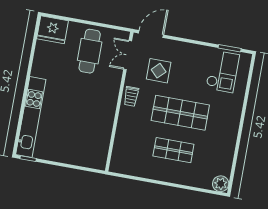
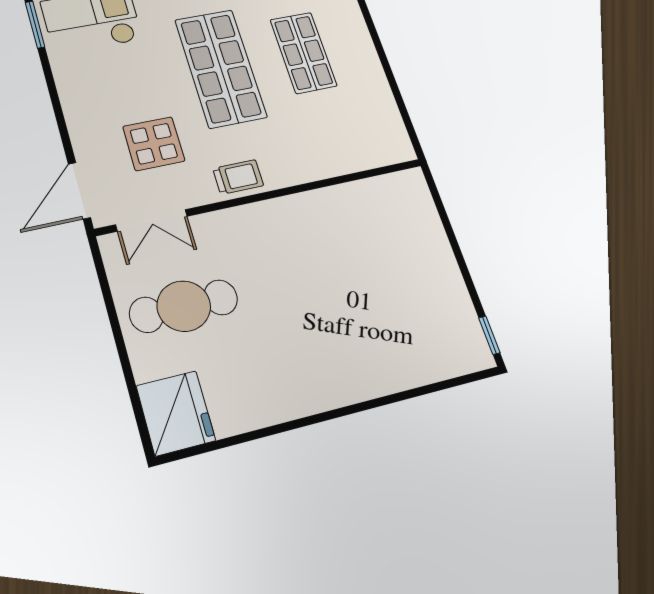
door: (151, 34) -> (79, 191), hinge flipped
kitchen unit: (31, 117) -> (399, 371), removed

